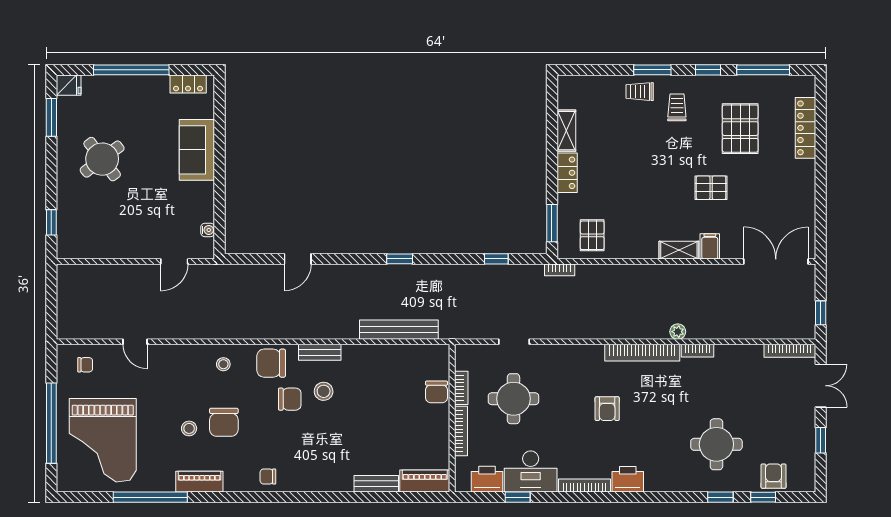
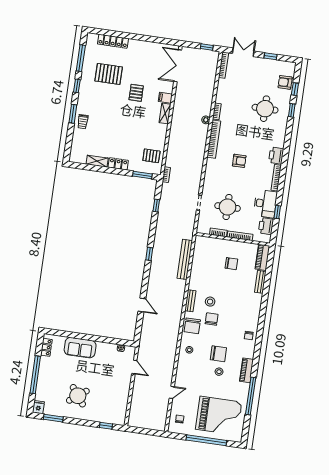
trolley: (677, 107) -> (93, 104), removed
chair: (437, 392) -> (231, 264), moved

